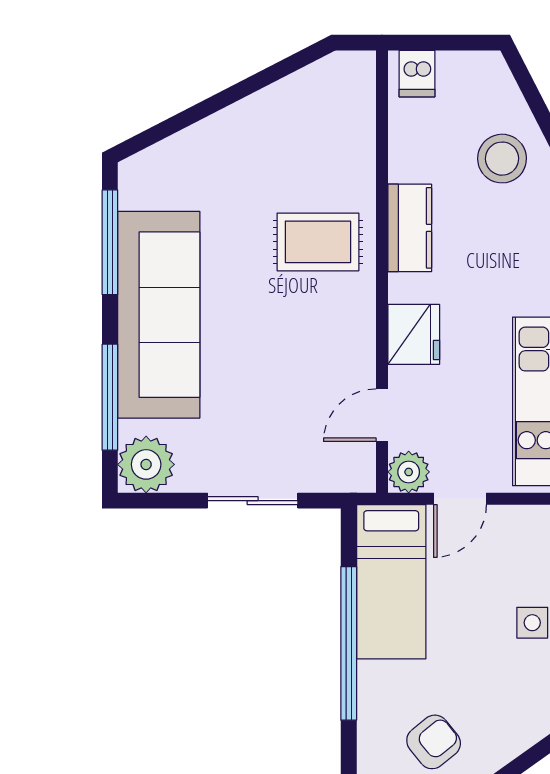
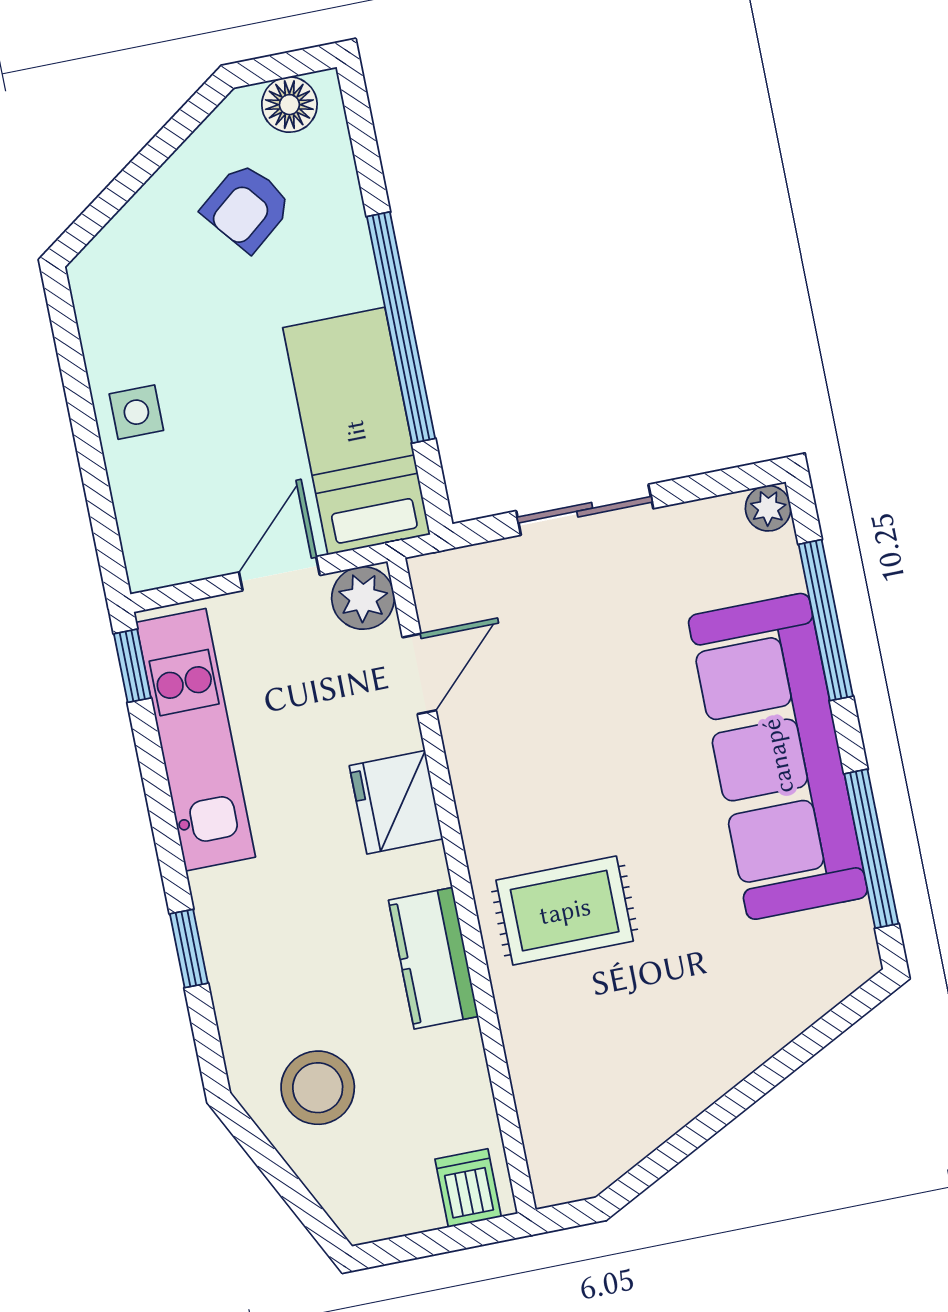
plant: (146, 464) -> (768, 508), width x0.53, depth x0.53

